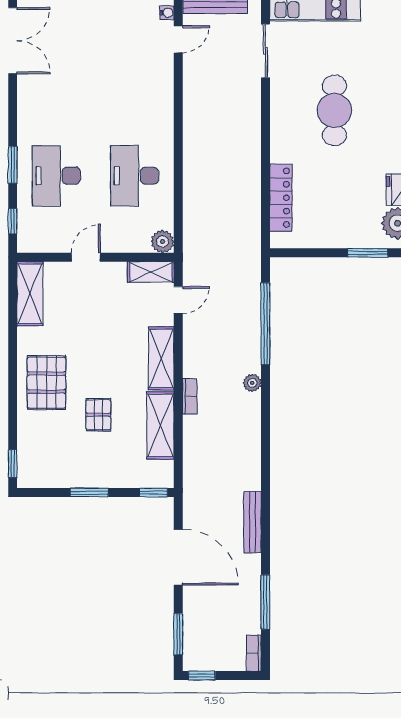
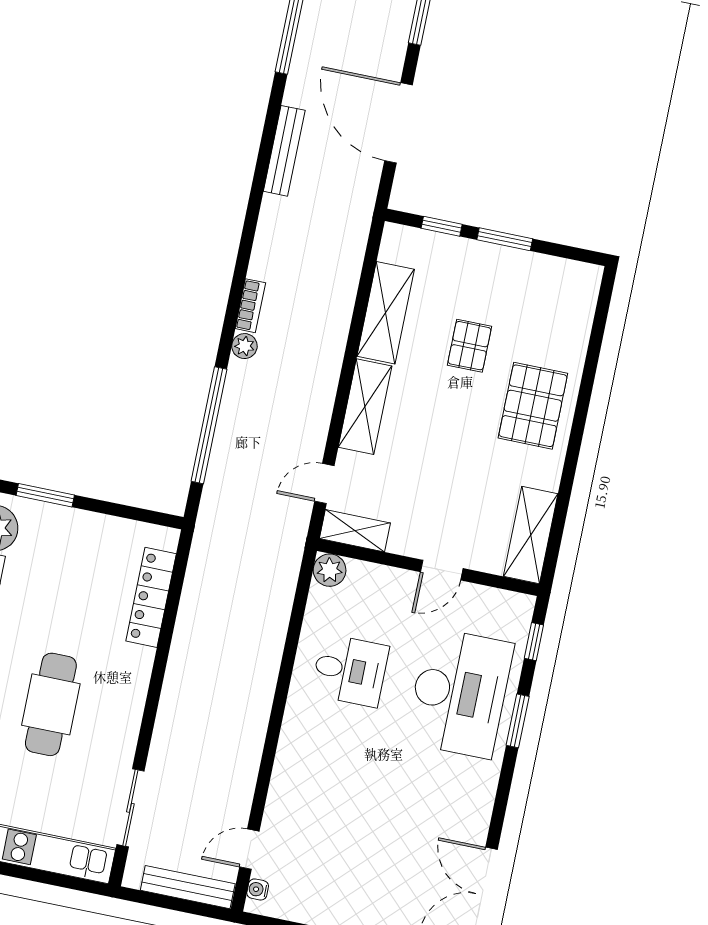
desk: (56, 176) -> (460, 693), width x1.36, depth x1.30
desk: (135, 176) -> (350, 670), width x0.73
bookcase: (190, 396) -> (250, 306), moved, turned 180
window: (13, 464) -> (604, 302), removed
window: (154, 493) -> (442, 226), moved

